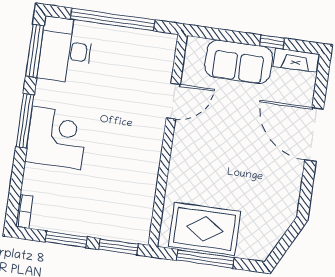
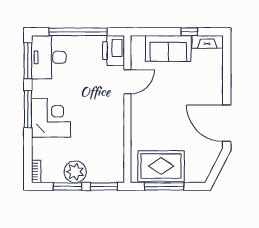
printer: (160, 54) -> (114, 51), added
door: (314, 134) -> (227, 123), moved
plant: (80, 220) -> (75, 172), added

